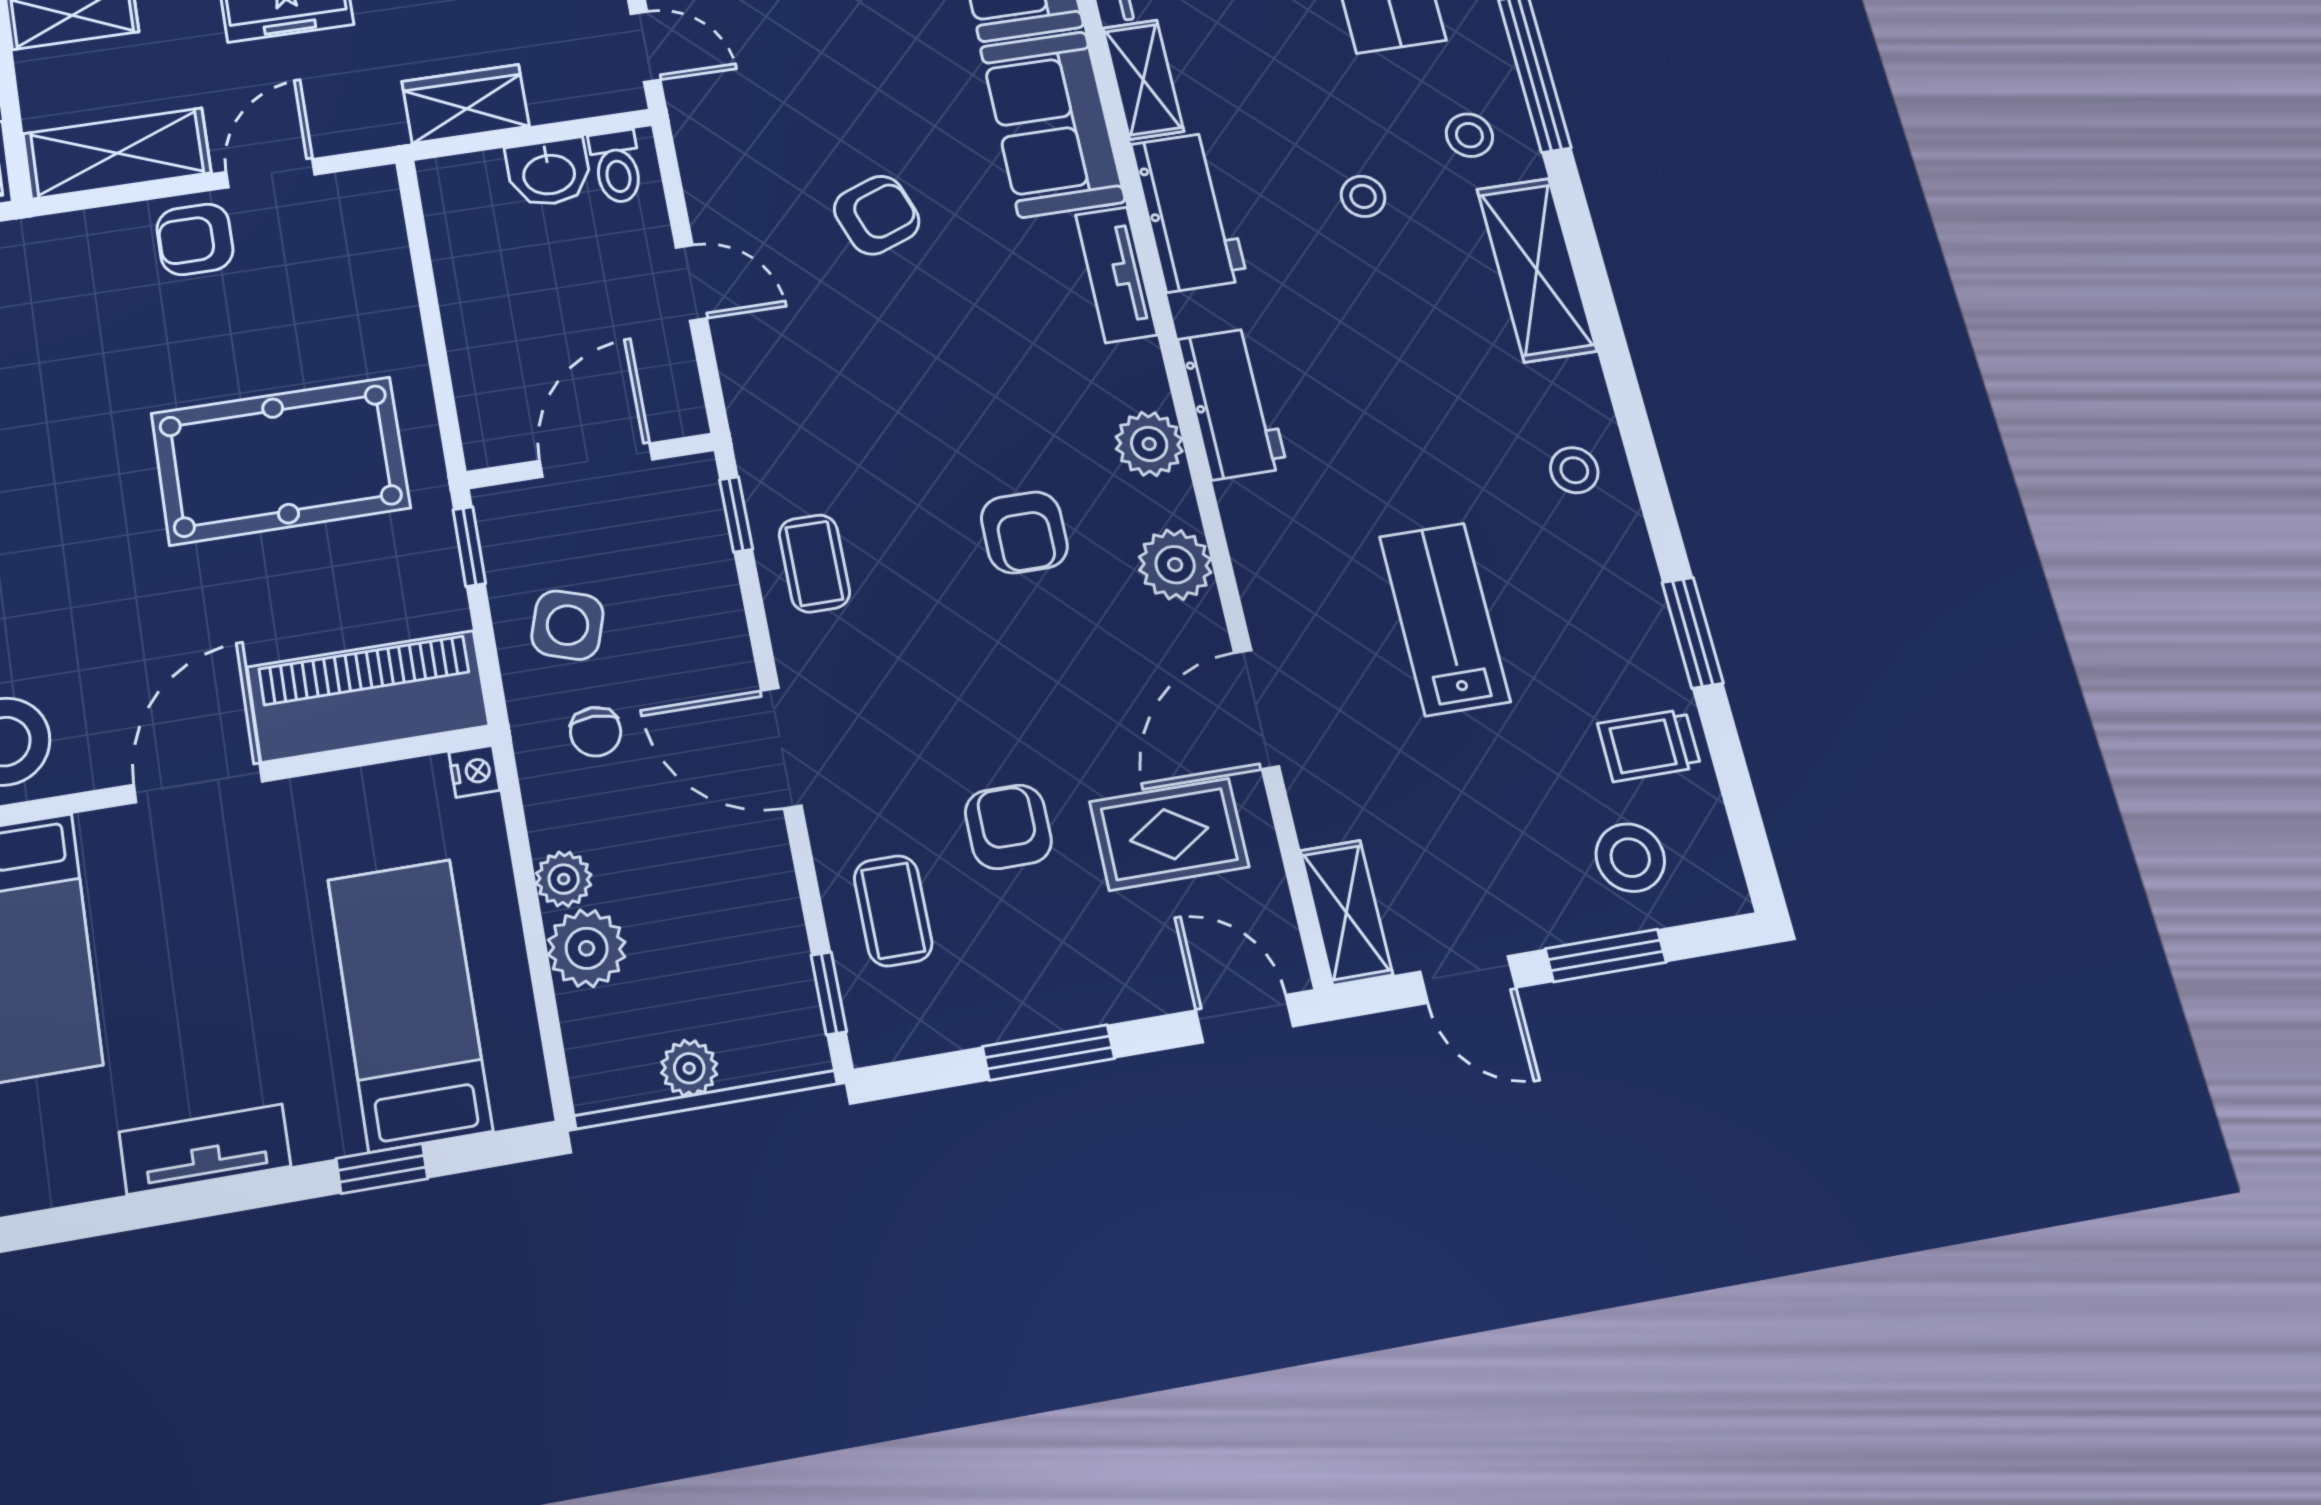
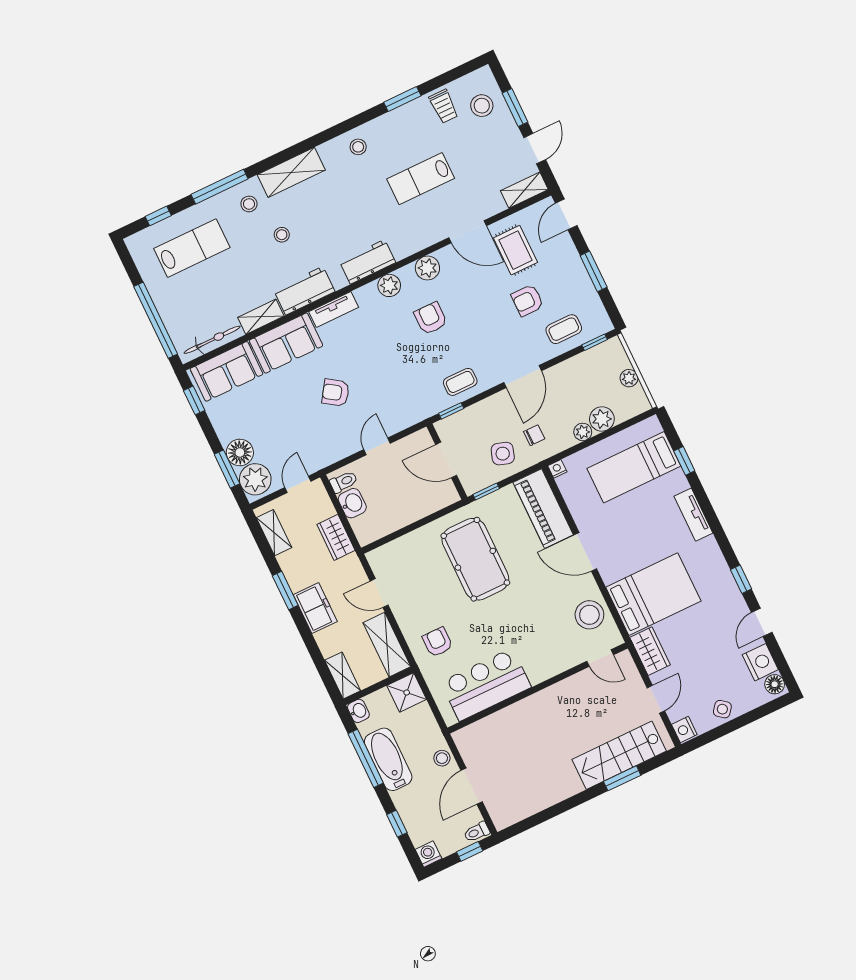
armchair: (877, 215) -> (336, 393), turned -36
armchair: (195, 239) -> (438, 642), moved, turned 180
armchair: (1024, 532) -> (431, 318), turned -90

